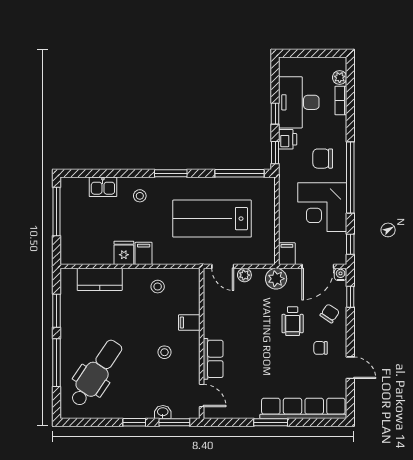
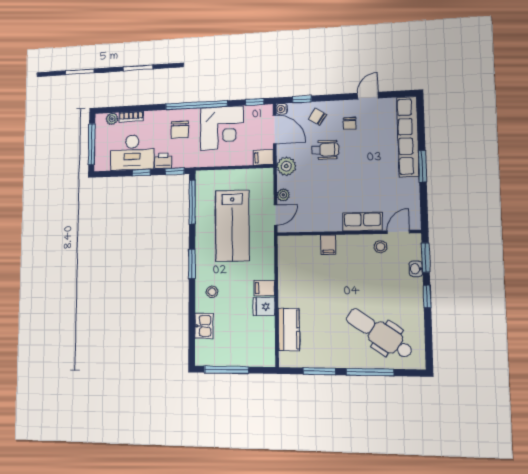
window: (311, 53) -> (92, 144), added
stool: (158, 287) -> (295, 275), removed
stool: (164, 352) -> (380, 247), moved

